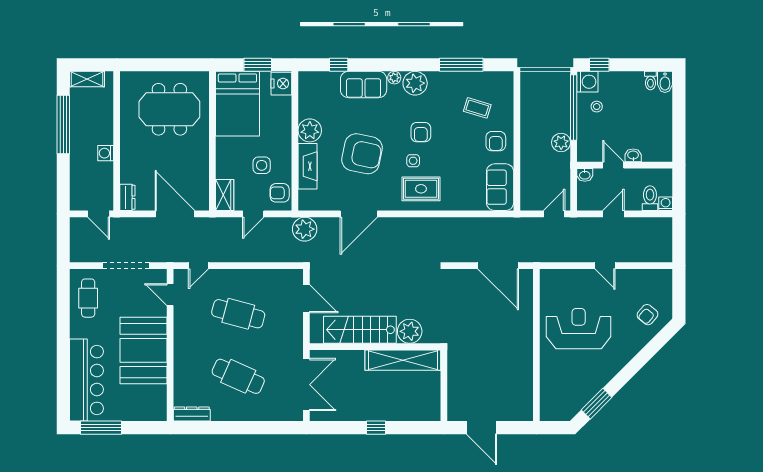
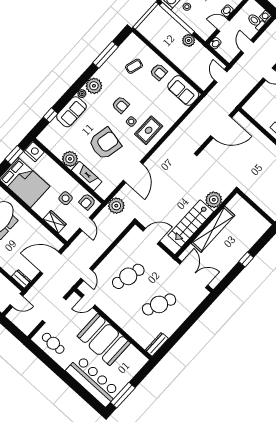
wardrobe: (225, 195) -> (55, 222), moved
shelving: (403, 360) -> (213, 229), moved

